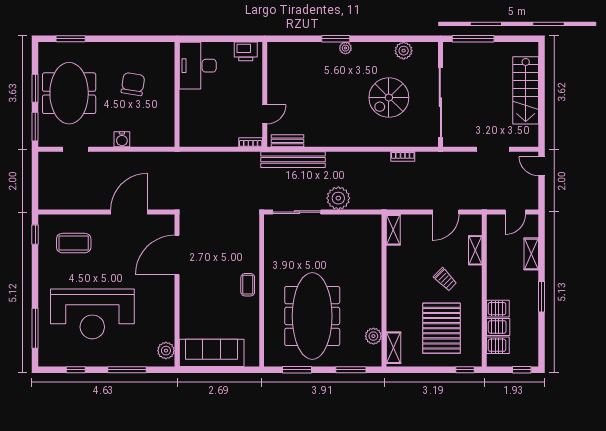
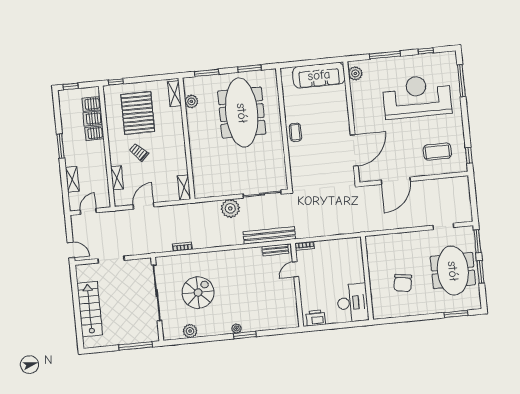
water cooler: (122, 139) -> (407, 238), removed

